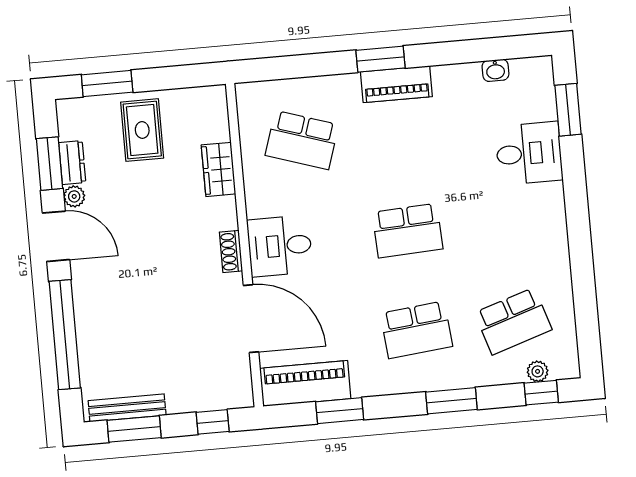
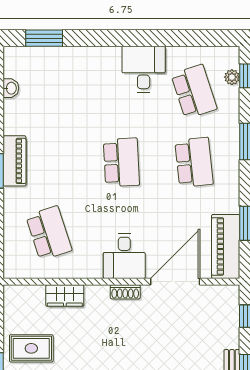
school desk: (302, 140) -> (49, 233), turned -36
desk: (529, 153) -> (144, 69), moved

